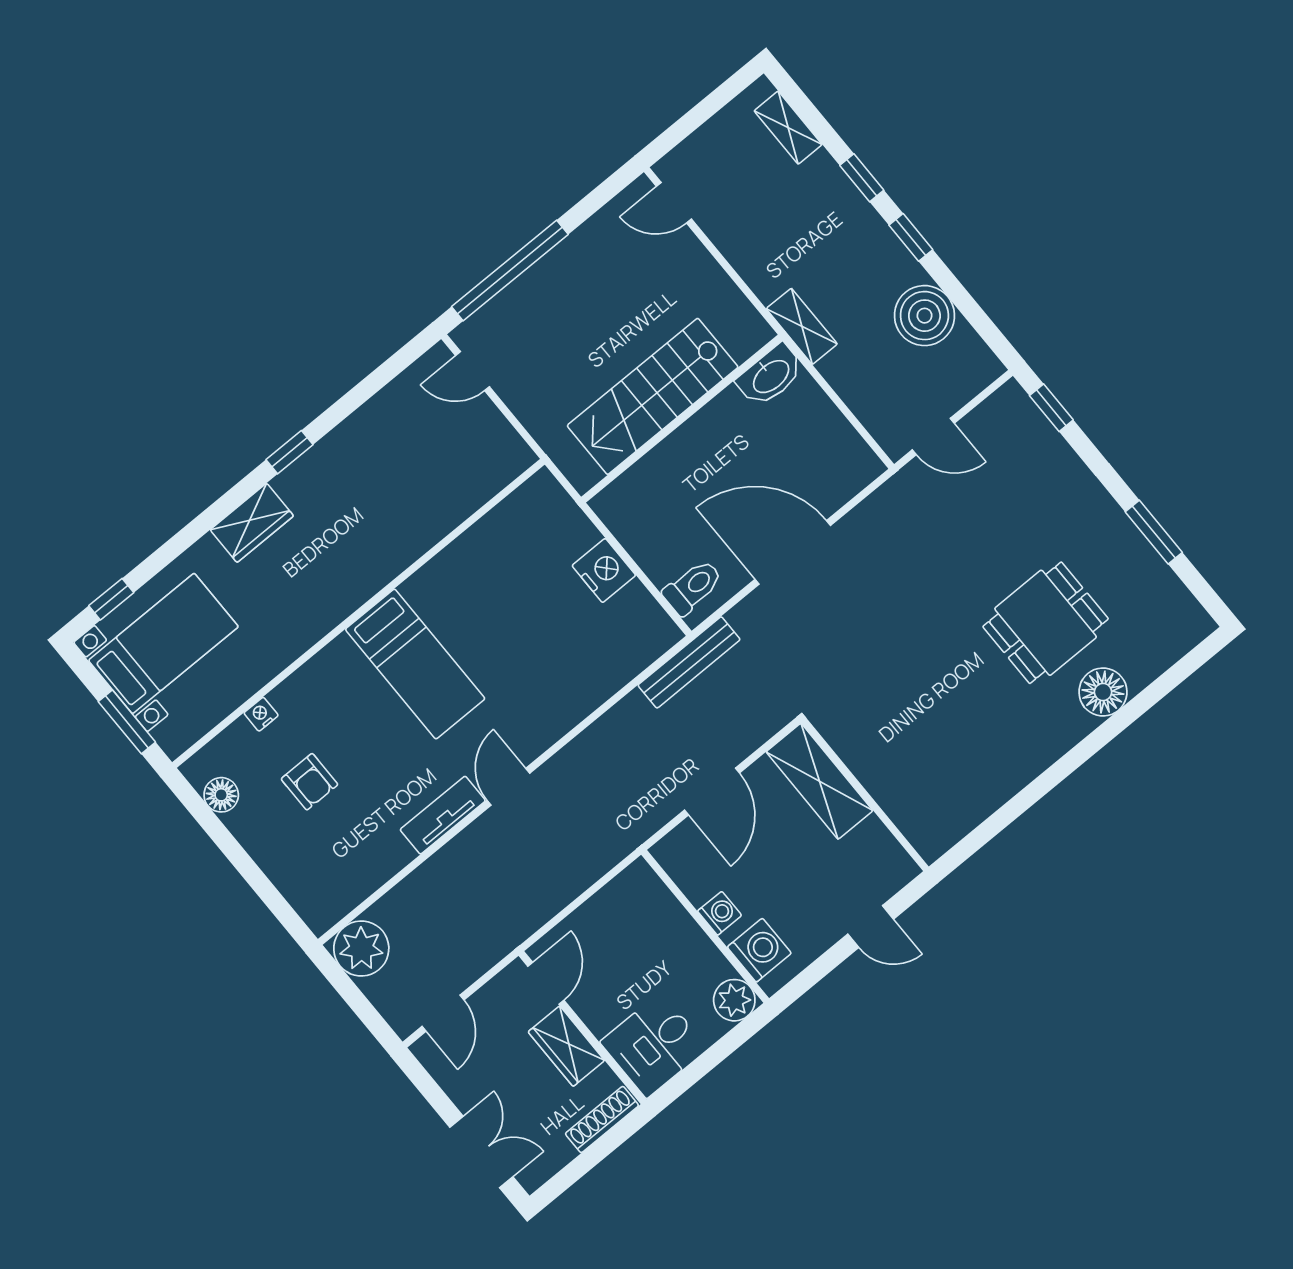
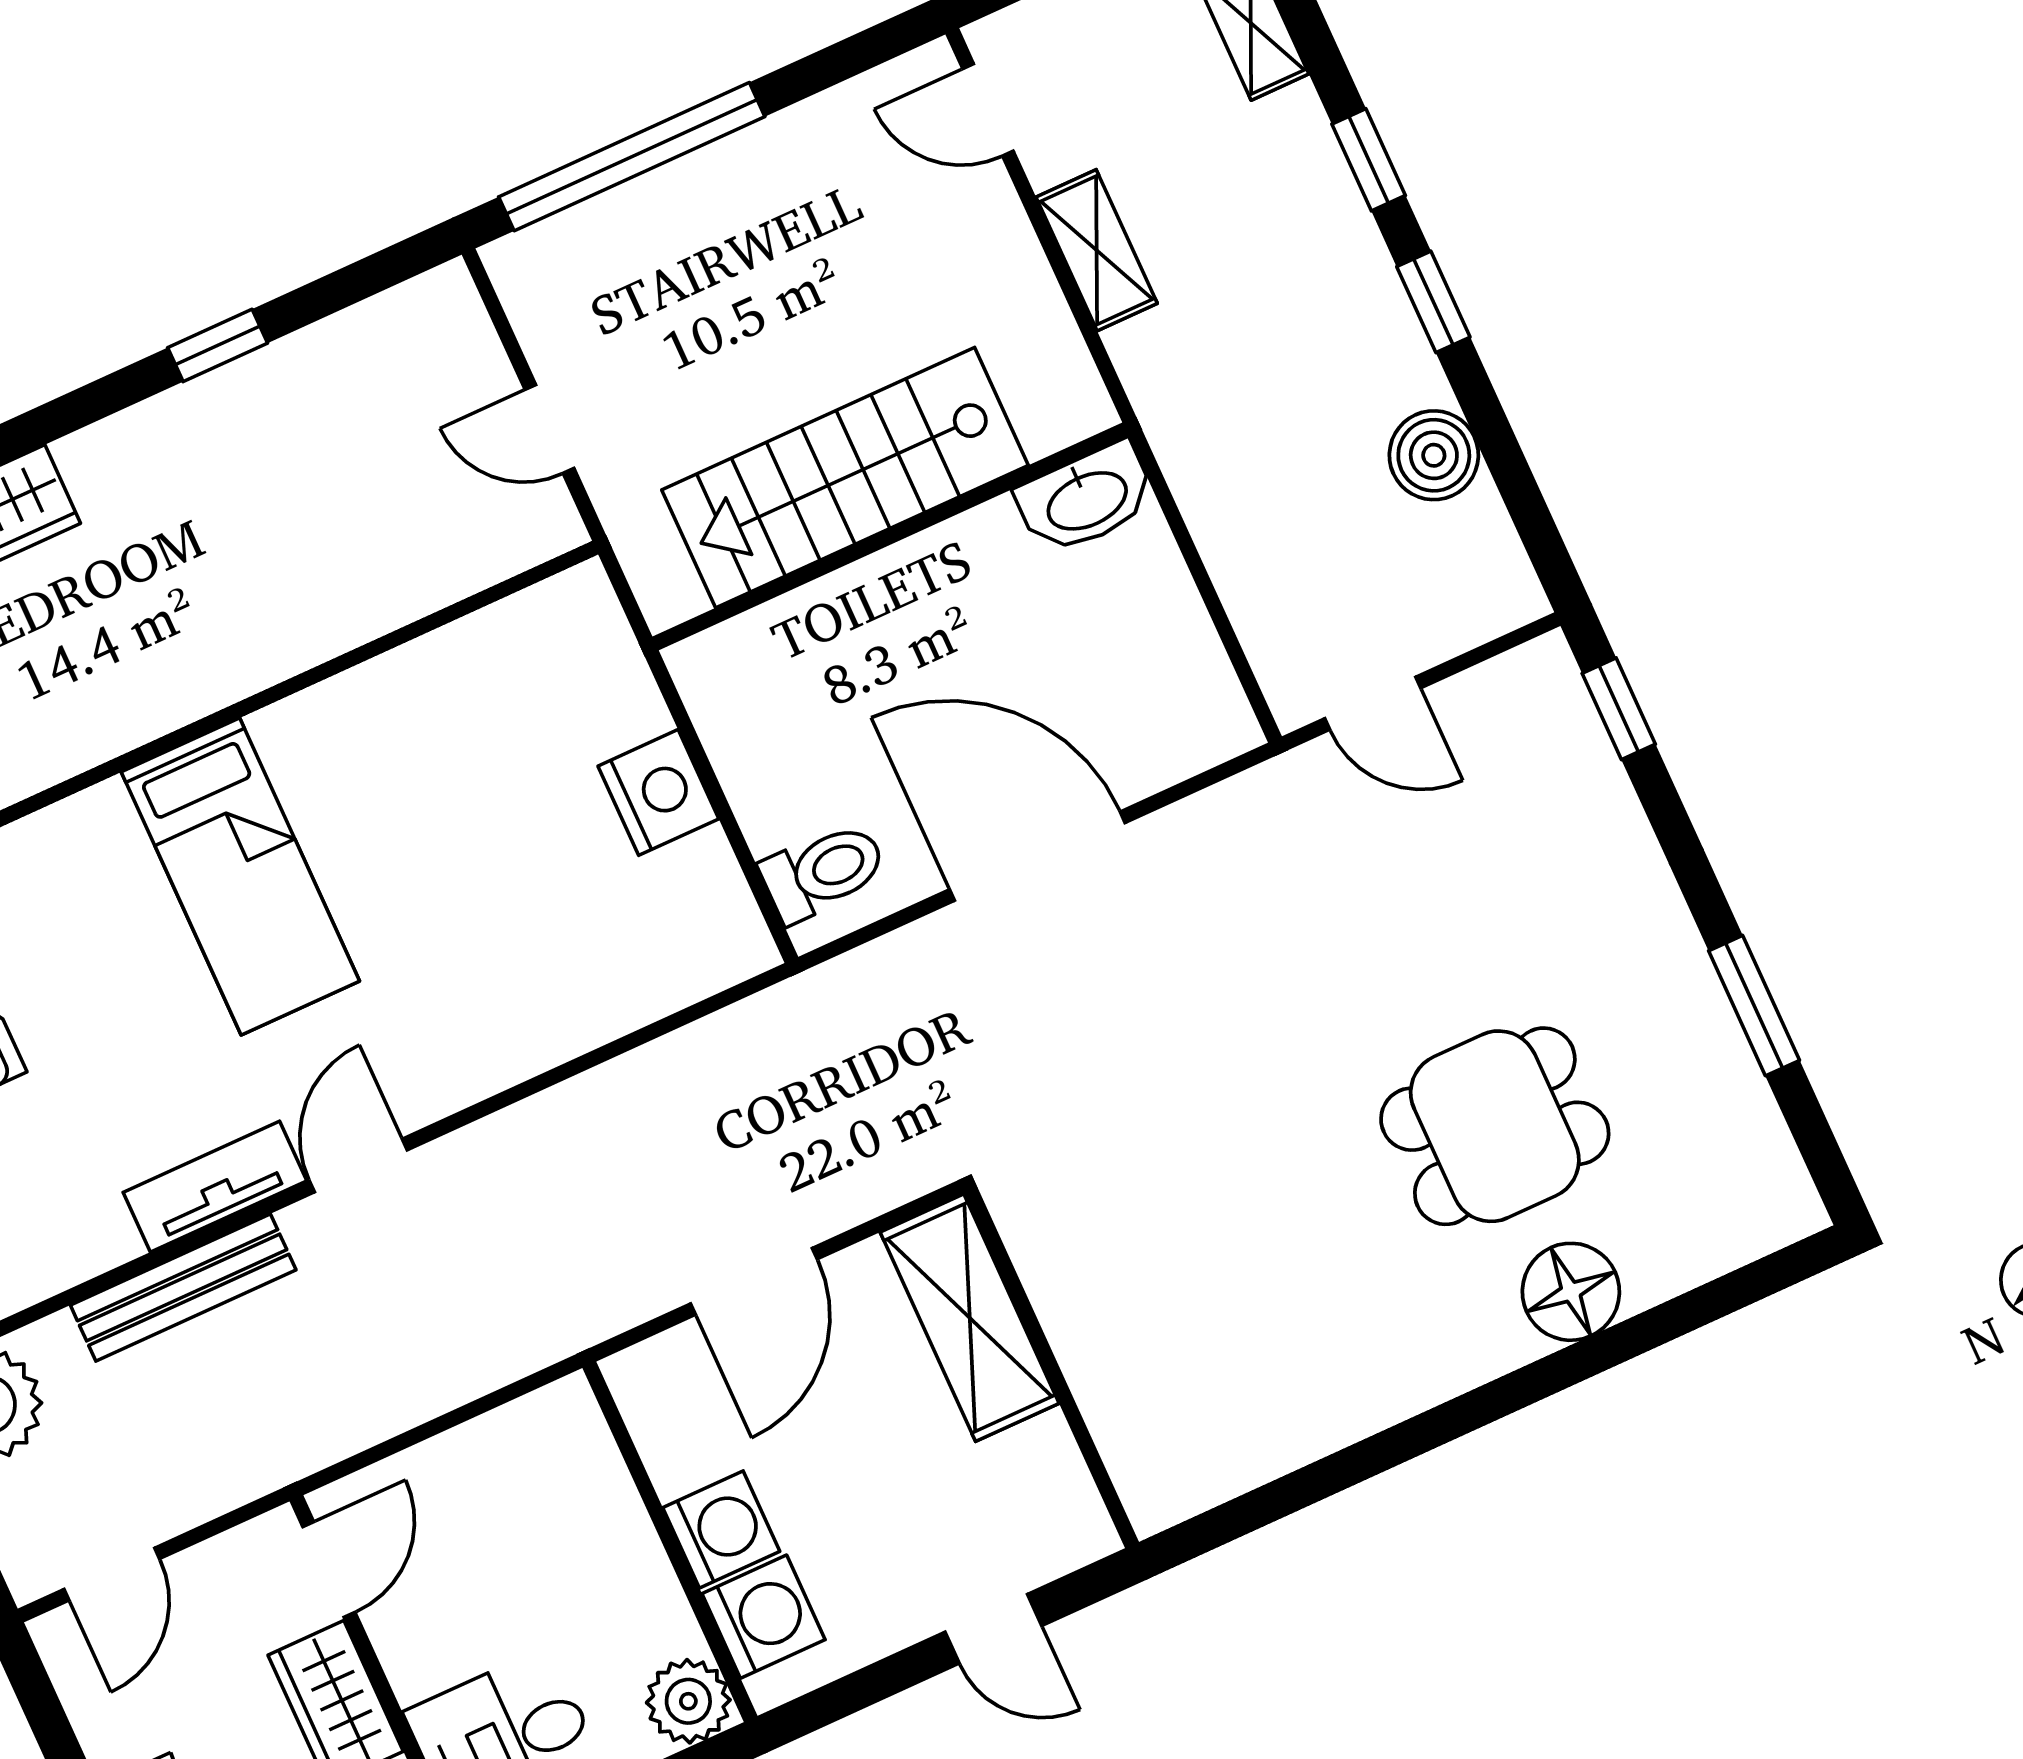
boiler: (924, 316) -> (1434, 455), width x0.73, depth x0.73
shelving: (802, 326) -> (1097, 250), moved
door: (473, 371) -> (549, 429), moved
window: (290, 452) -> (218, 345), moved
bench: (689, 662) -> (183, 1287), moved
washing machine: (720, 913) -> (721, 1529), width x1.38, depth x1.38

